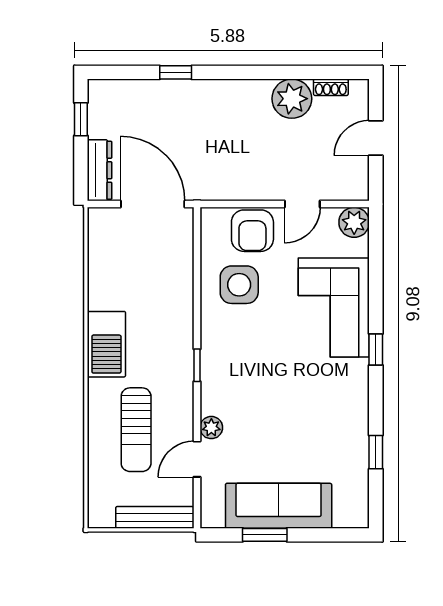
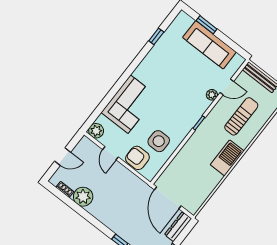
door: (302, 204) -> (110, 153), swing flipped
armchair: (252, 231) -> (137, 158), turned -90
window: (376, 350) -> (126, 76), removed
window: (265, 535) -> (207, 25), moved

